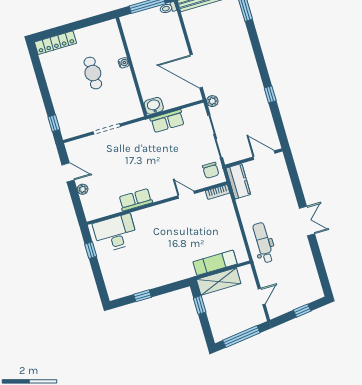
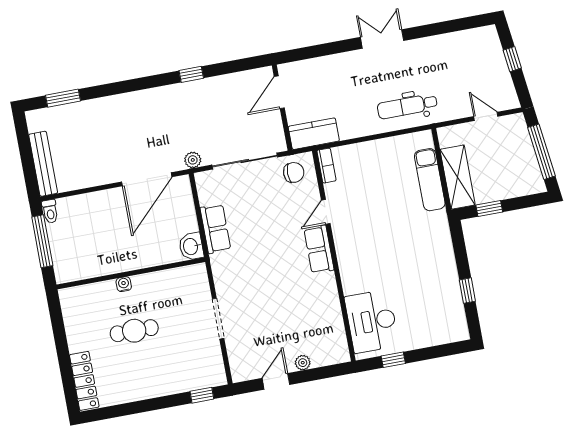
row of seats: (136, 200) -> (319, 249), moved

